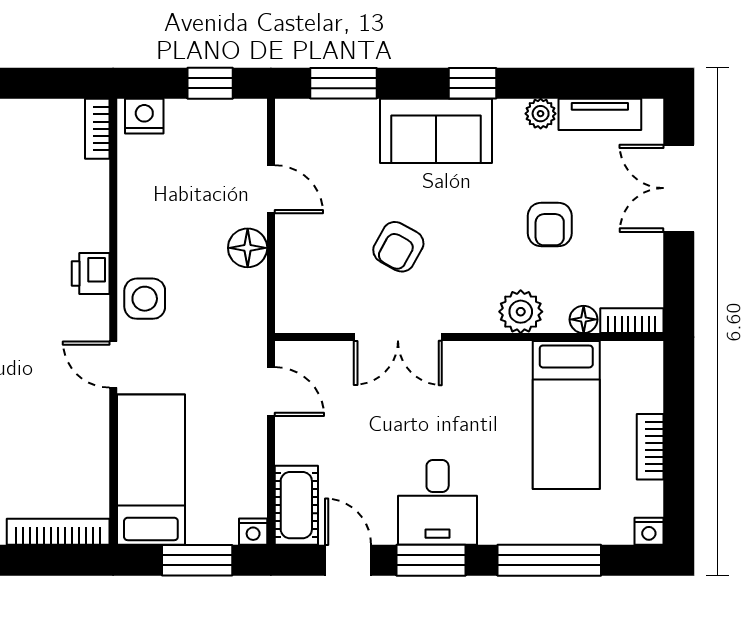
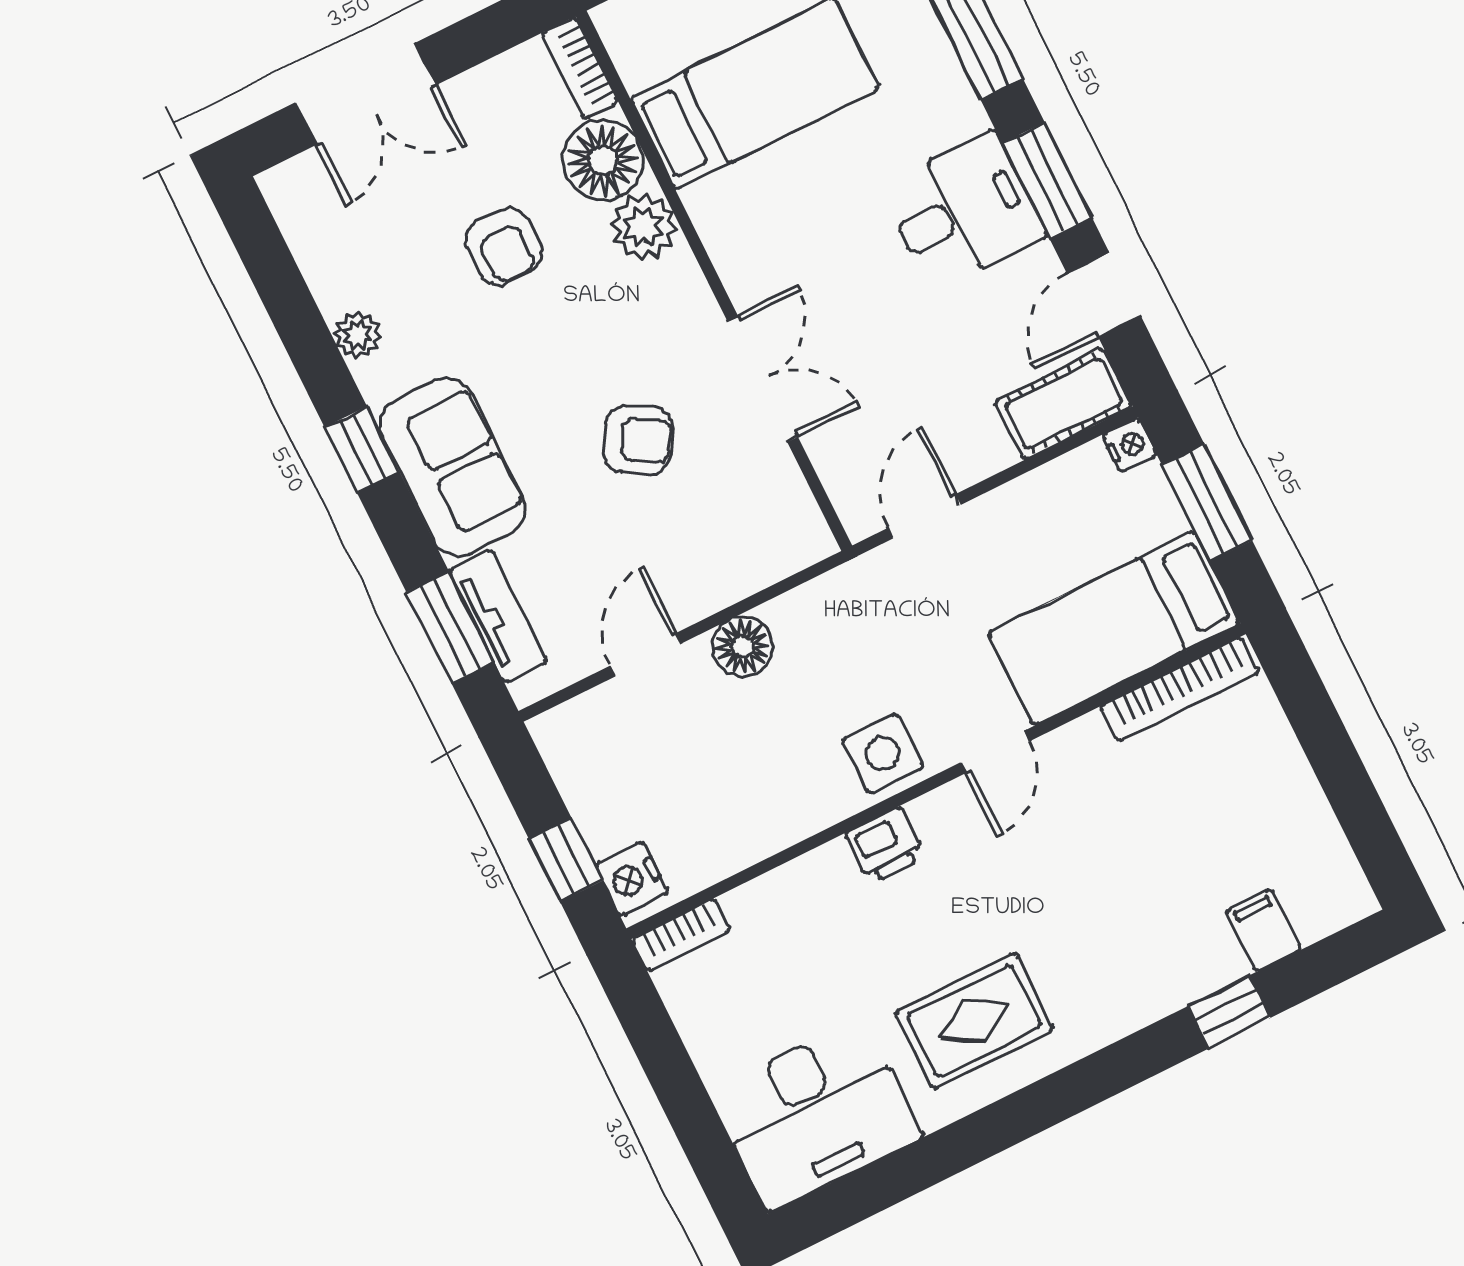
window: (210, 83) -> (566, 860), moved
tv unit: (600, 114) -> (498, 616), moved
armchair: (550, 224) -> (504, 247), turned 90
floor lamp: (584, 319) -> (603, 160), width x1.89, depth x1.89
bookcase: (58, 532) -> (1179, 689), moved, turned -90

